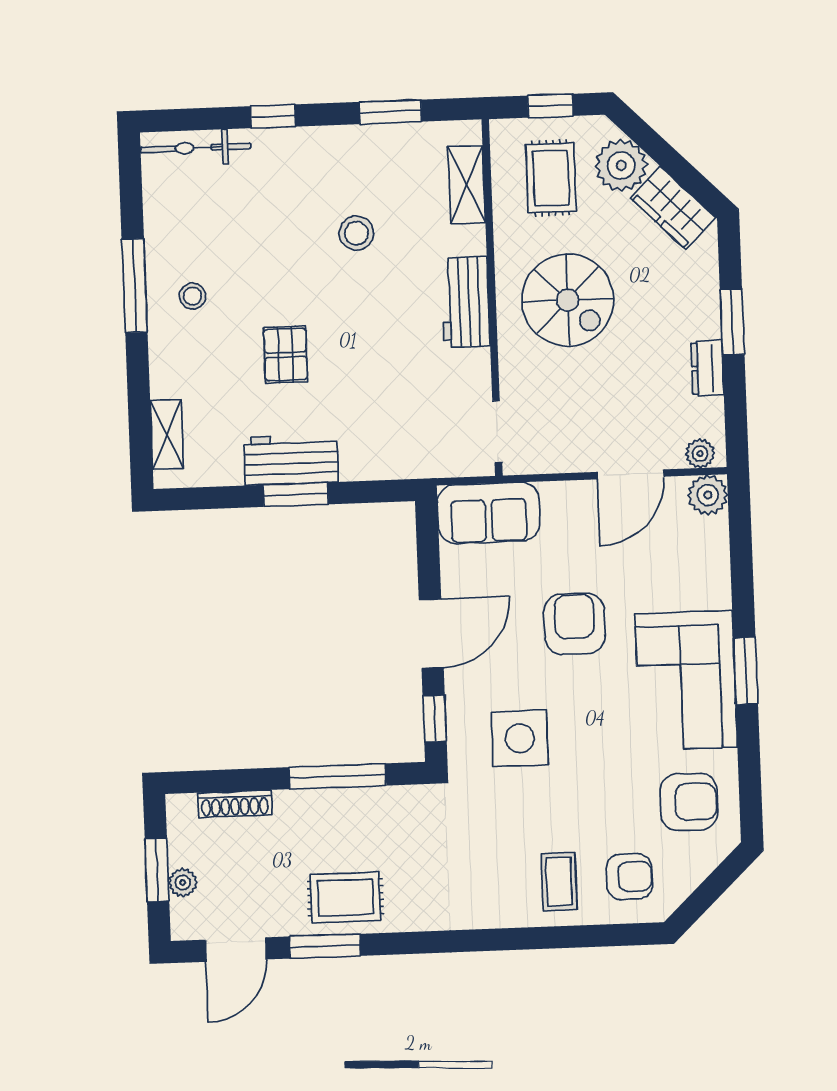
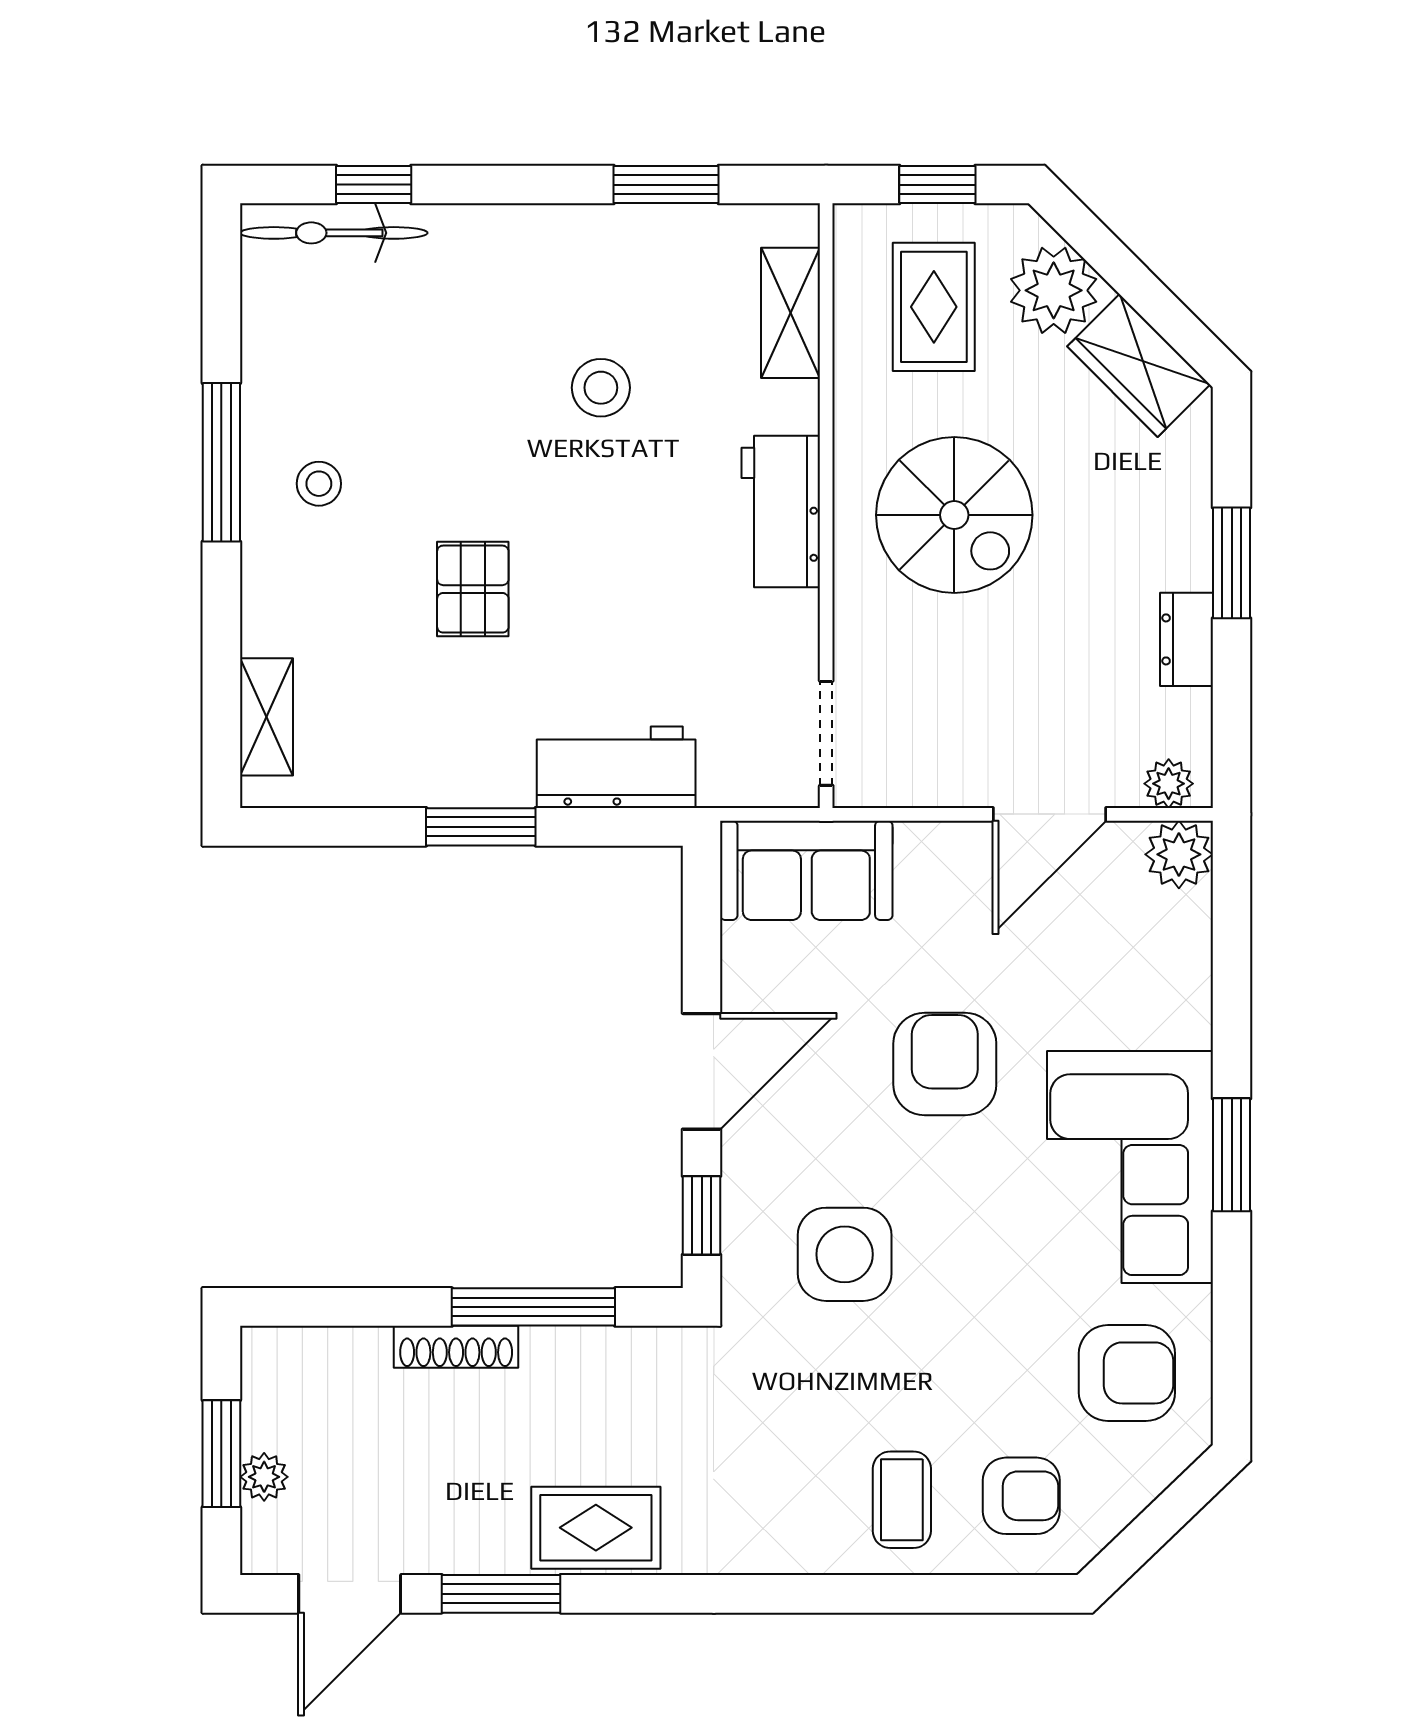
window: (273, 116) -> (374, 185), moved
workbench: (291, 460) -> (616, 767), moved
shoe rack: (235, 804) -> (456, 1347), moved
rug: (345, 898) -> (596, 1528), moved

